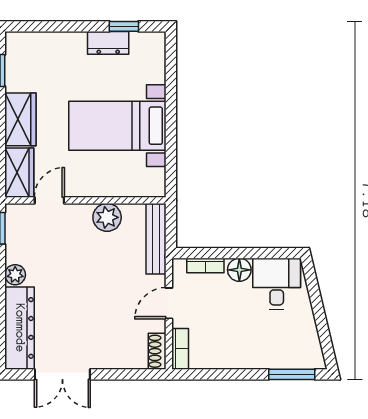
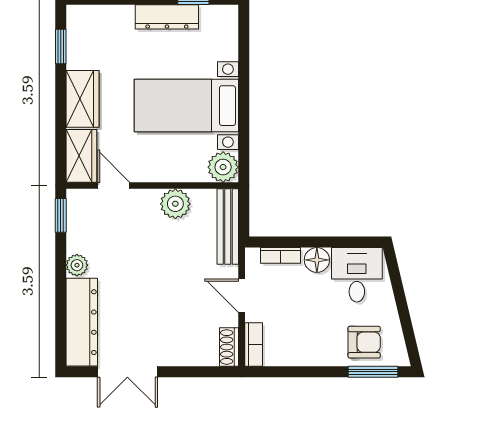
dresser: (108, 43) -> (167, 17), width x1.44
plant: (152, 183) -> (223, 167), added
door: (49, 200) -> (114, 186), hinge flipped
door: (169, 303) -> (242, 296), hinge flipped
armchair: (283, 347) -> (364, 342), added

